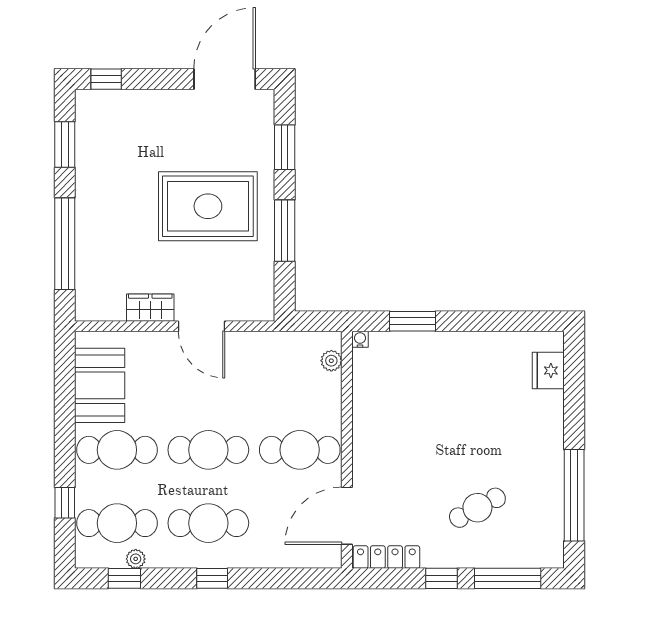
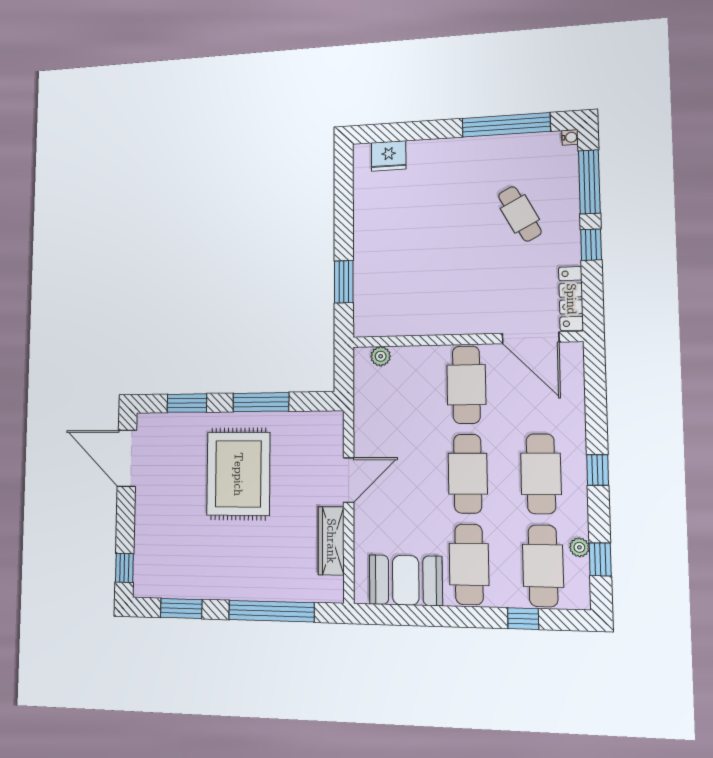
wardrobe: (150, 308) -> (331, 541), width x1.50
water cooler: (360, 339) -> (570, 137), moved, turned 180

